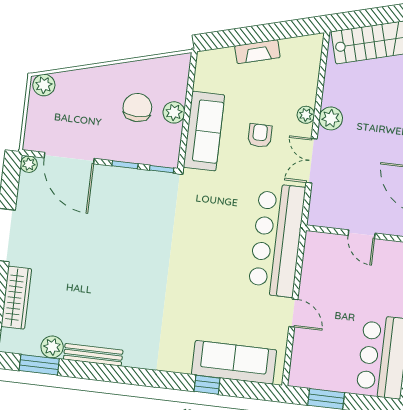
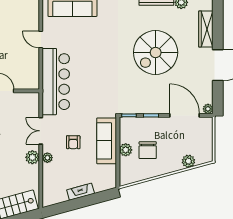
plant: (44, 85) -> (188, 161), moved
double door: (312, 161) -> (41, 131), swing flipped
spiral stairs: (105, 269) -> (156, 52), added

